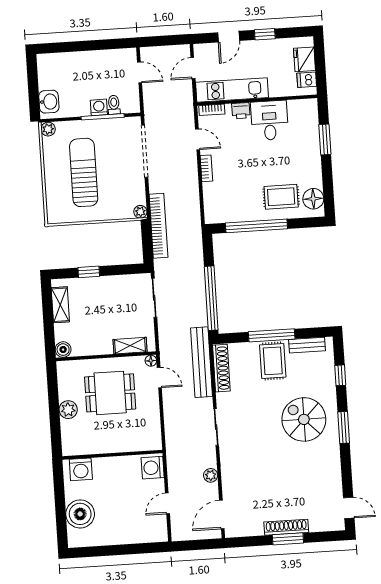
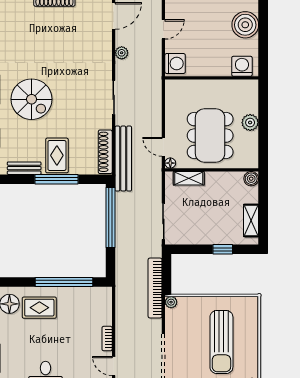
dining table: (110, 393) -> (210, 136), width x1.38

